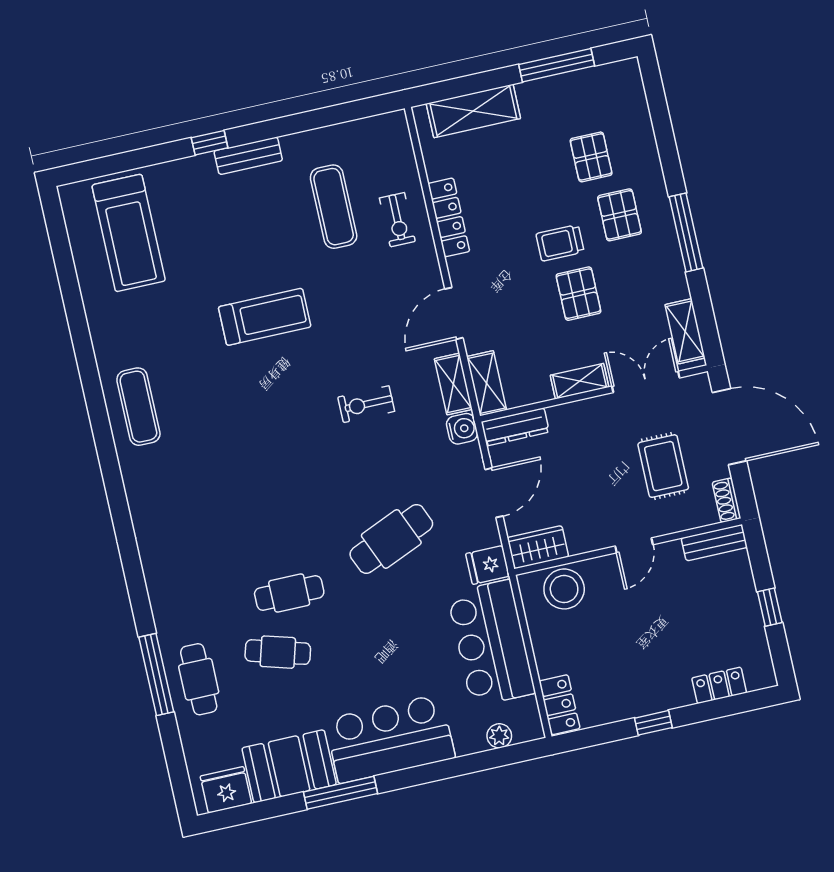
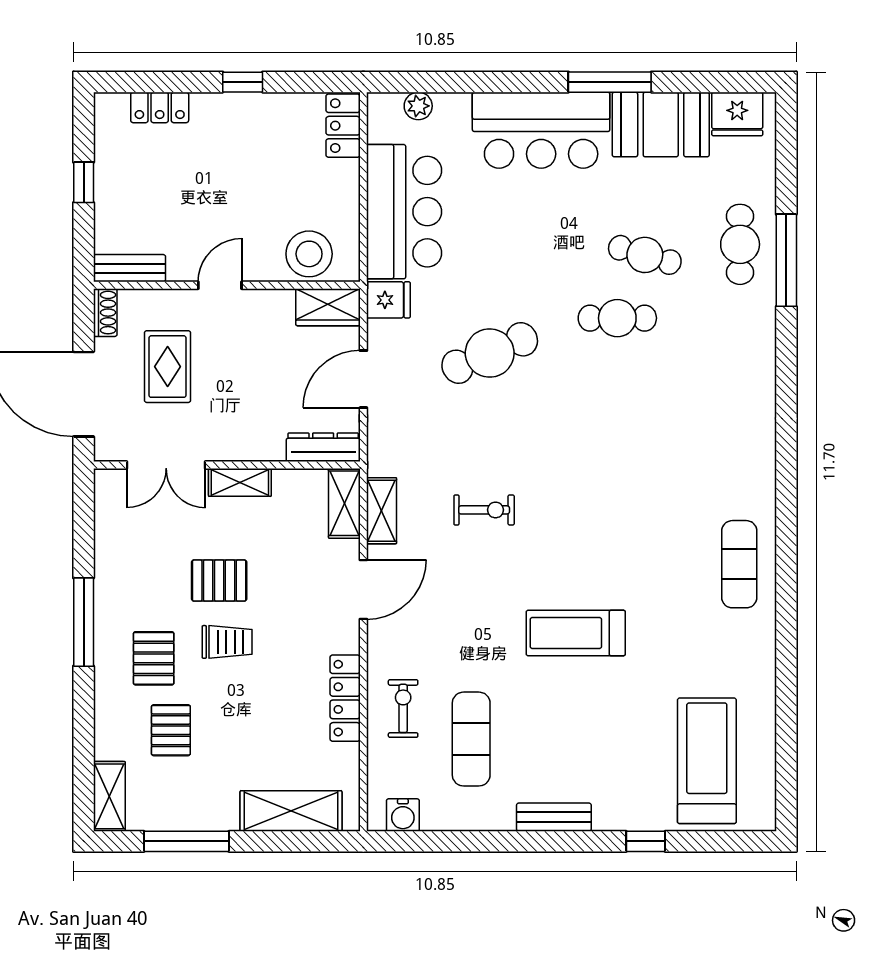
window: (210, 143) -> (646, 841), moved
pallet: (578, 294) -> (219, 581), turned 90
shelving: (685, 331) -> (109, 796), moved
water cooler: (462, 429) -> (403, 815), moved, turned -90

